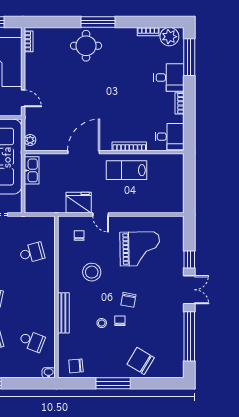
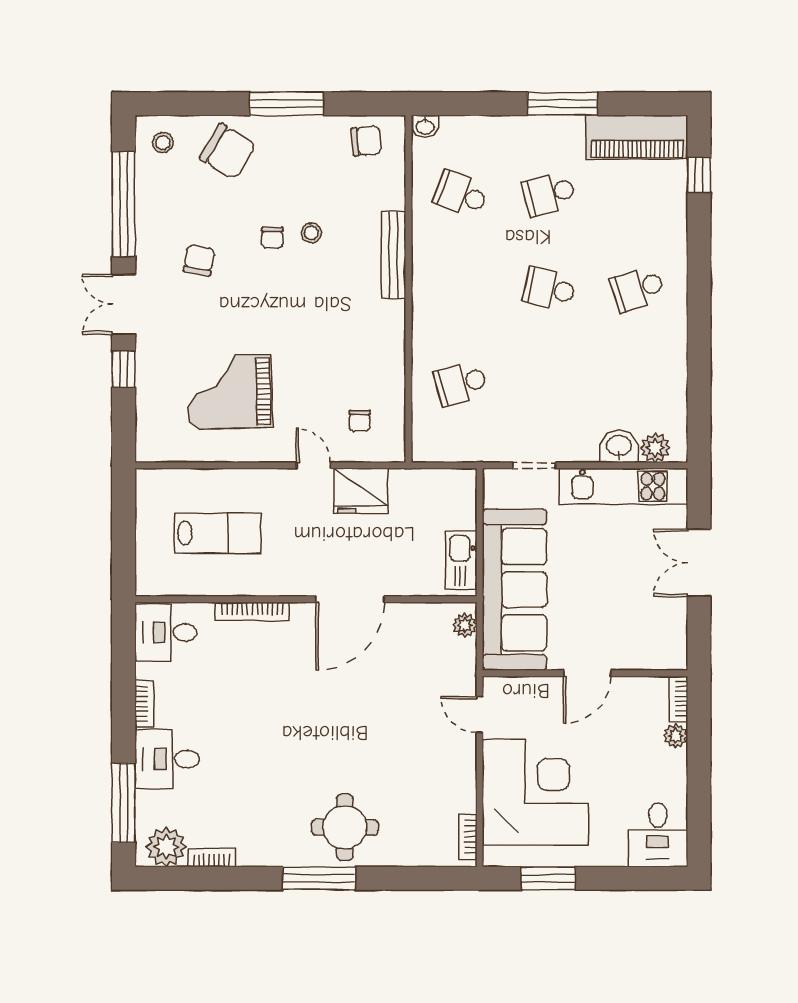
lab bench: (127, 170) -> (218, 533), moved
stool: (92, 272) -> (163, 143), moved, width x0.53, depth x0.53
chair: (128, 300) -> (199, 260), moved

